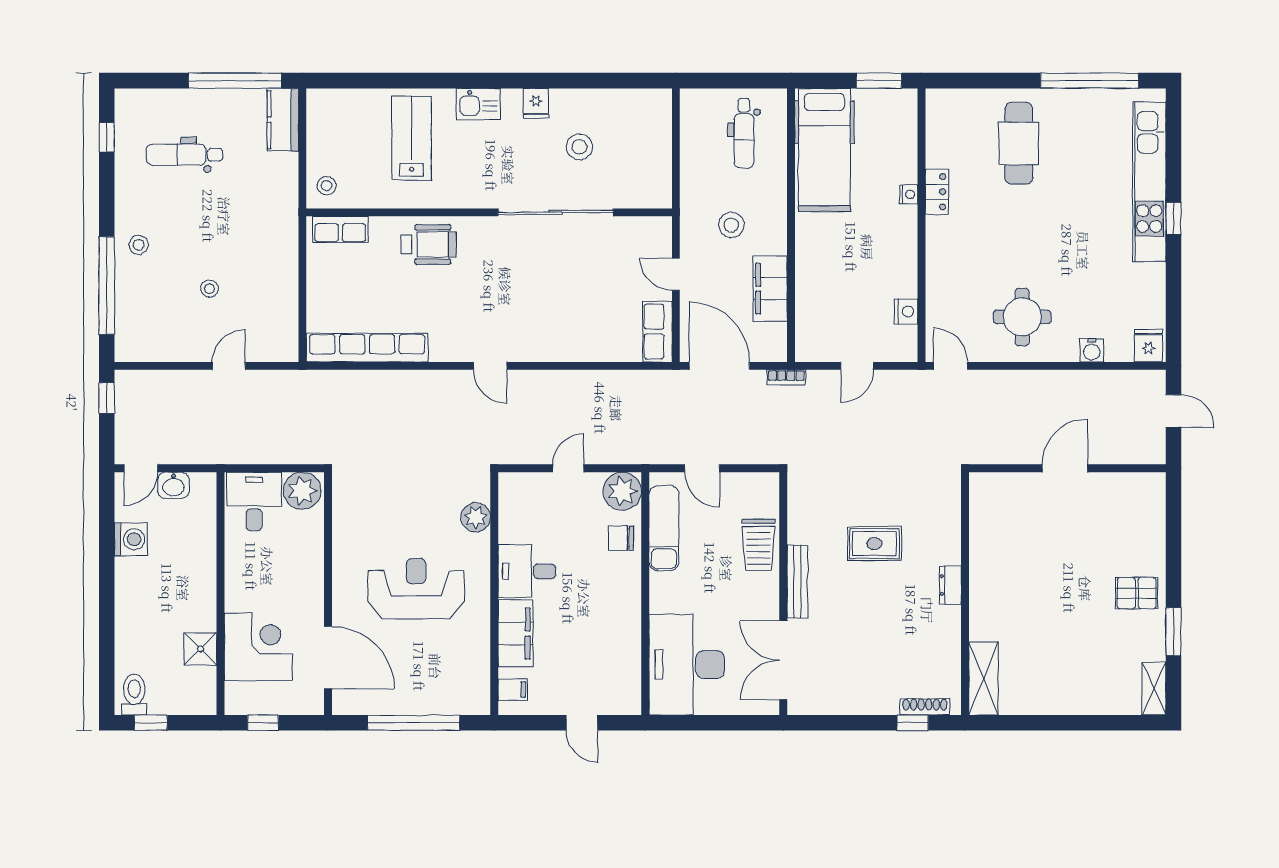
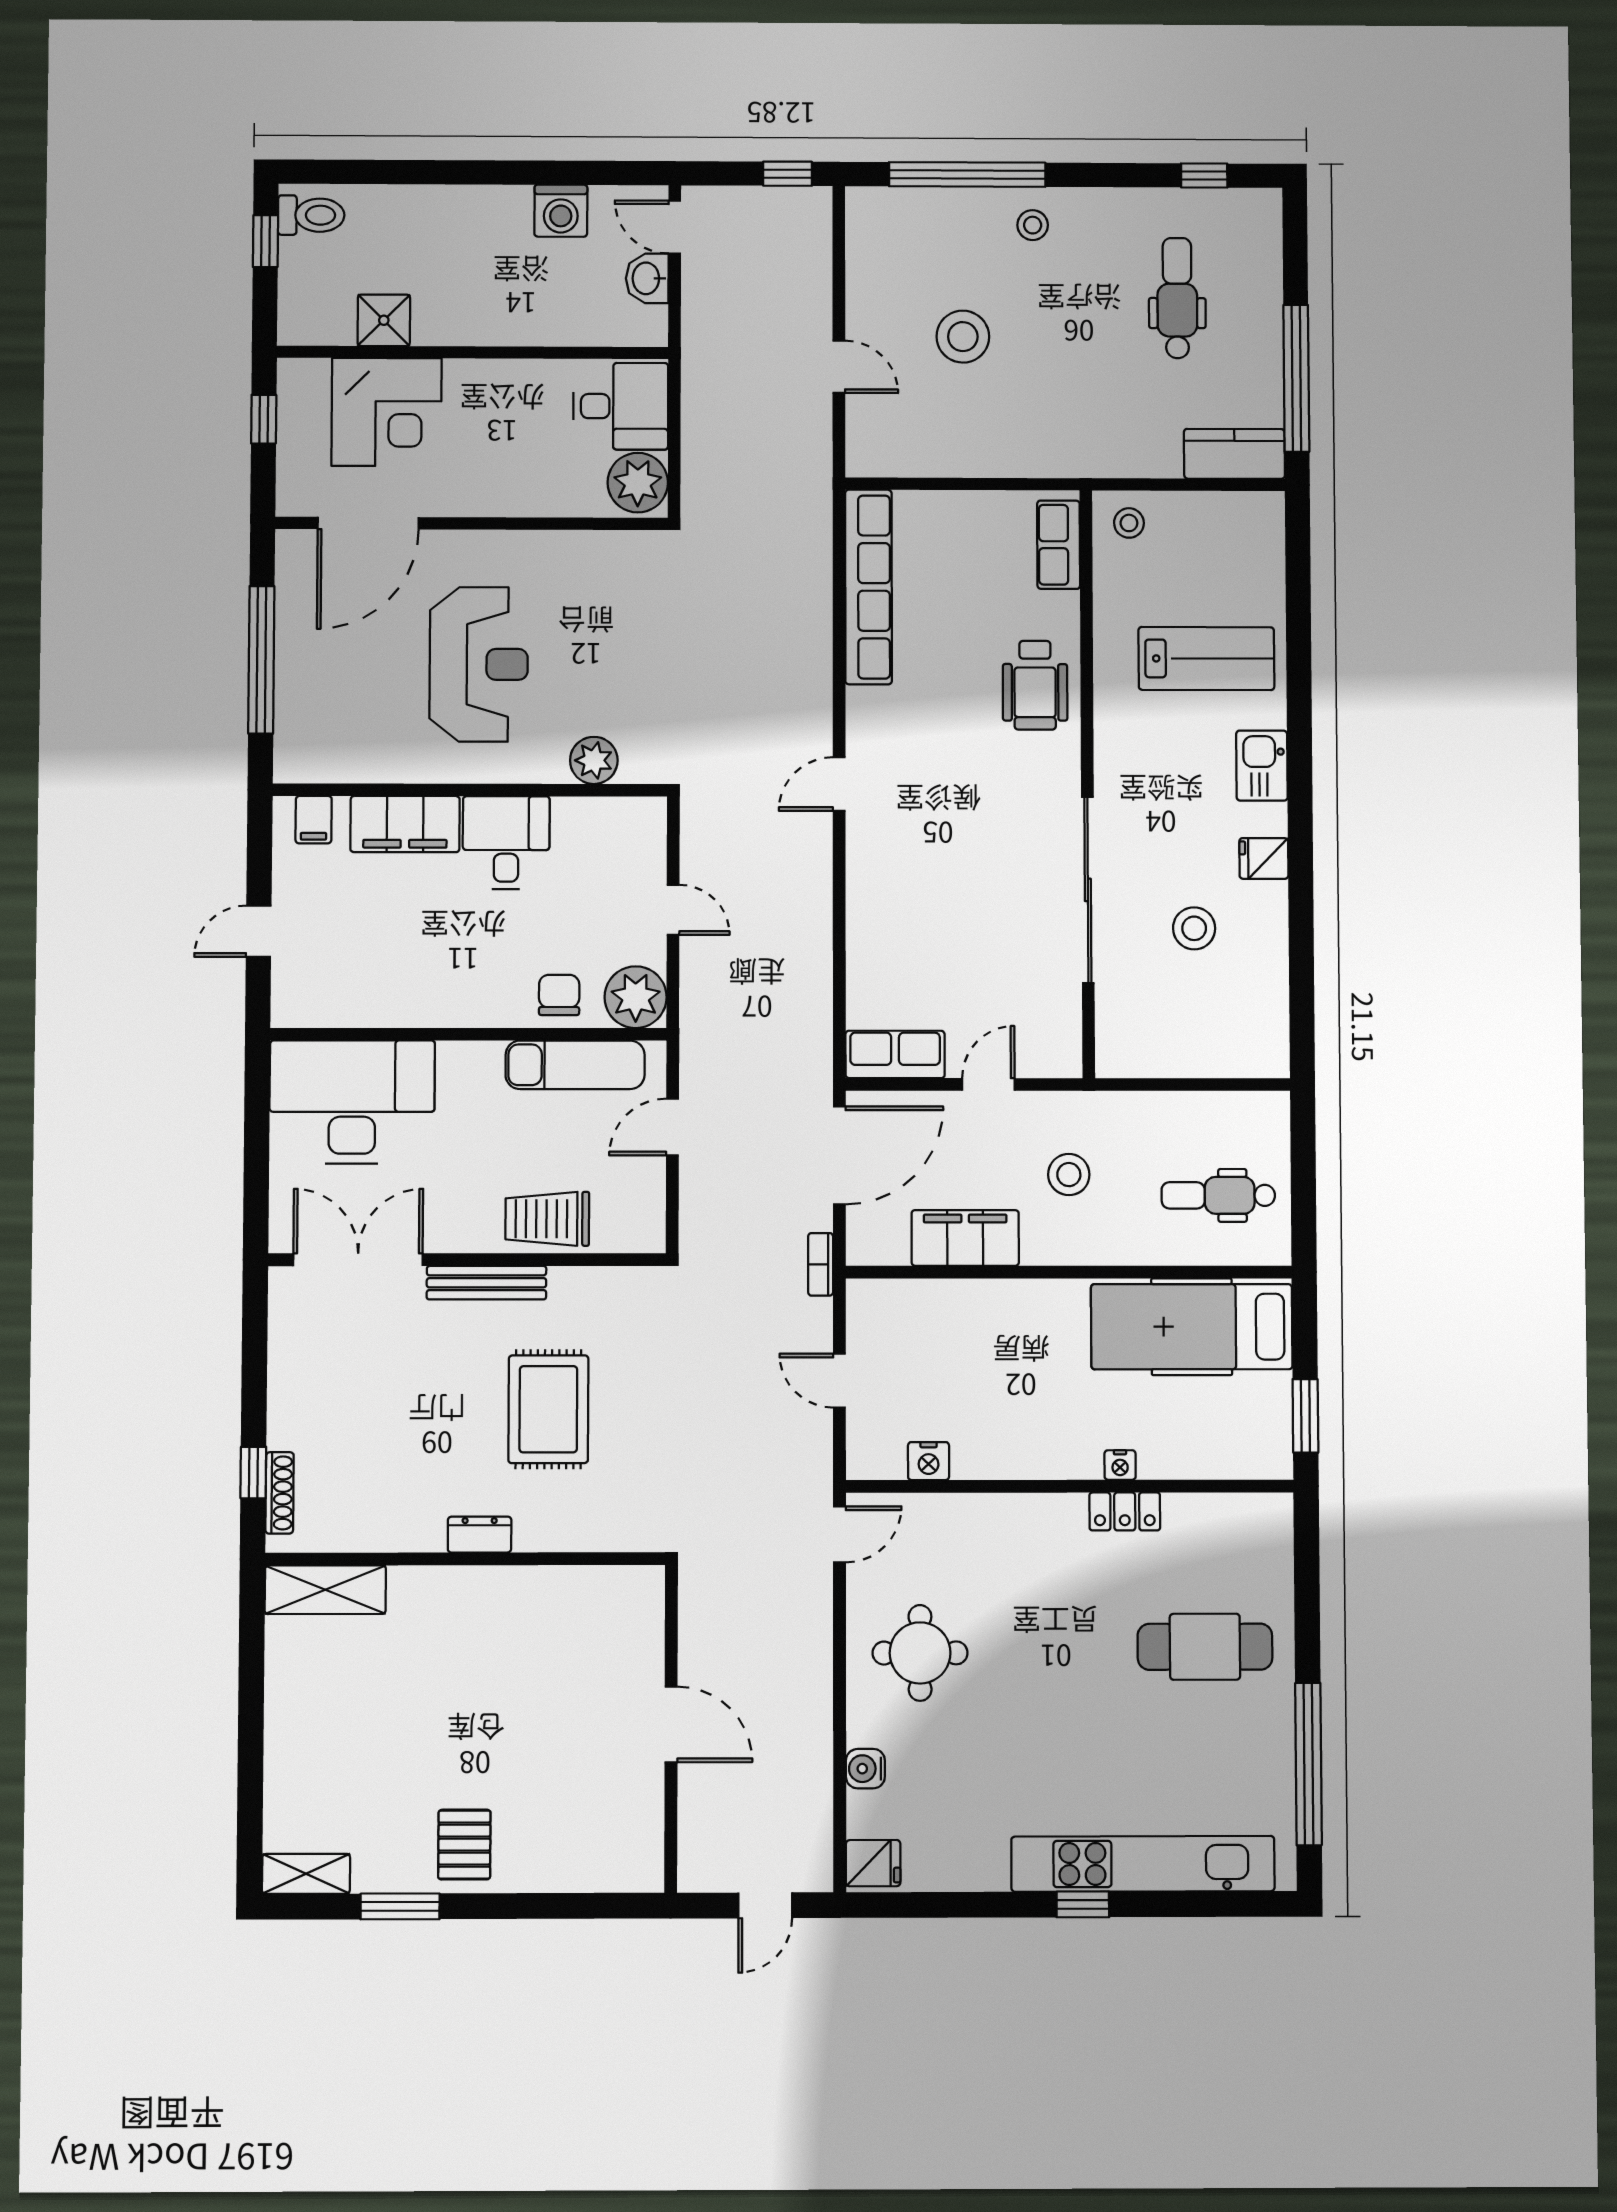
stool: (209, 289) -> (963, 337), width x1.89, depth x1.89
rug: (874, 544) -> (548, 1409), width x1.36, depth x1.43

